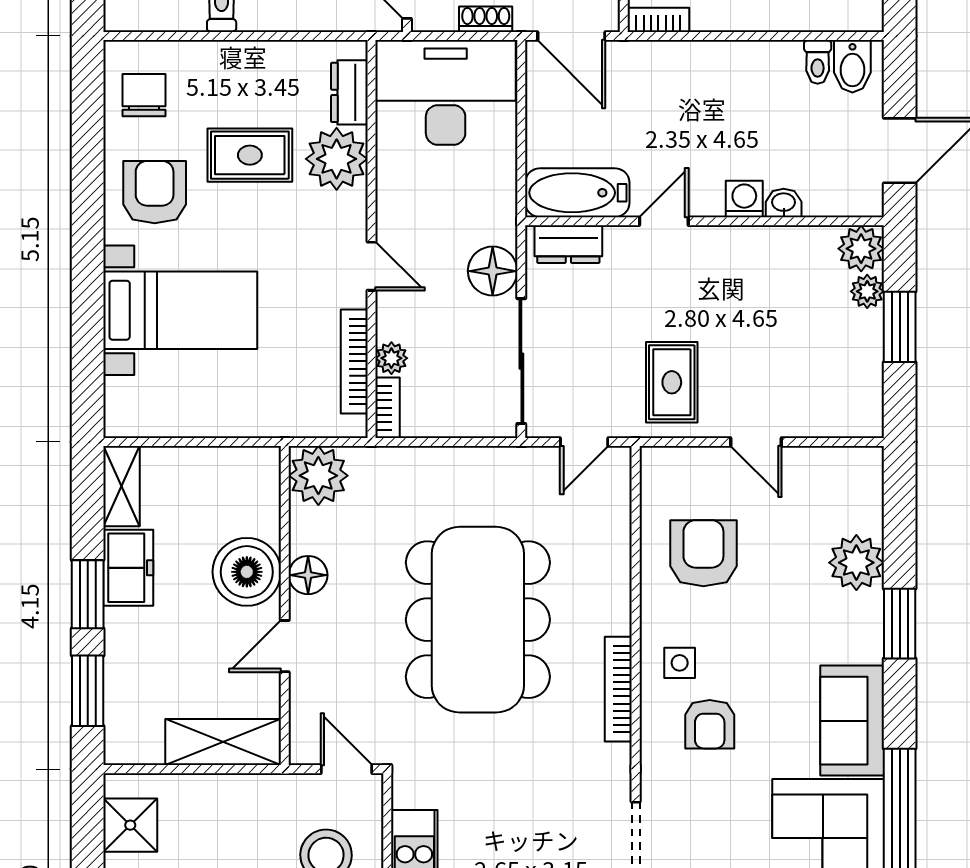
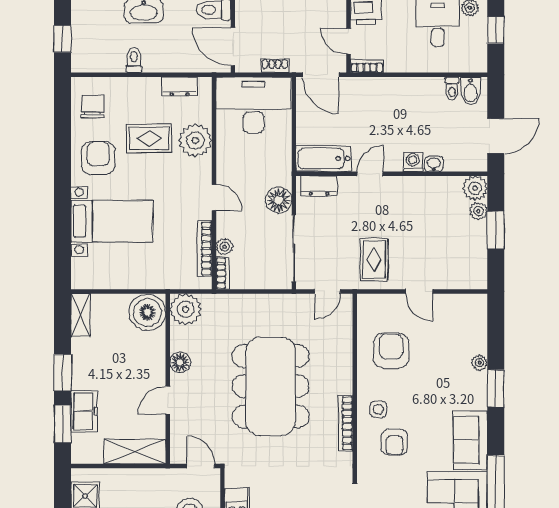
dresser: (349, 92) -> (180, 87), moved, turned -90
plant: (856, 563) -> (479, 363), width x0.53, depth x0.53
freezer: (128, 568) -> (84, 411), moved
boiler: (247, 572) -> (147, 312), moved

